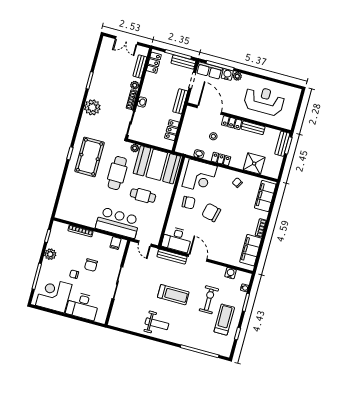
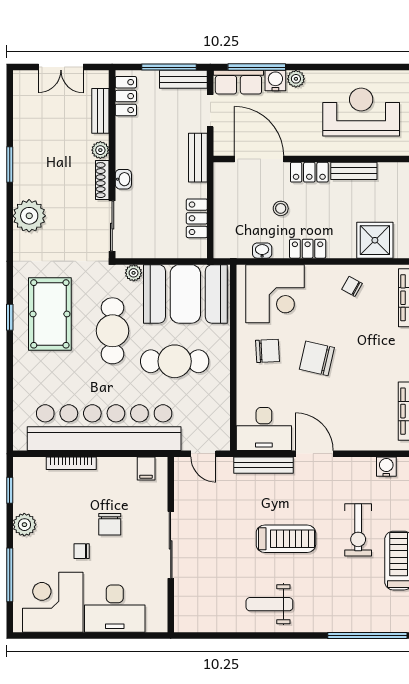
cafe table: (143, 196) -> (175, 361), width x1.37, depth x1.35
bar counter: (118, 223) -> (104, 428), width x1.86
exercise bike: (209, 300) -> (358, 530), turned 180
weight bench: (157, 324) -> (269, 604), turned 180

